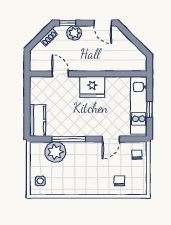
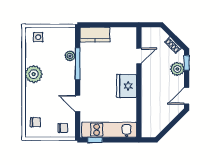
window: (150, 109) -> (95, 140), moved
plant: (55, 152) -> (70, 56), width x0.53, depth x0.53
chair: (119, 181) -> (35, 122), moved
plant: (80, 186) -> (34, 74), added

